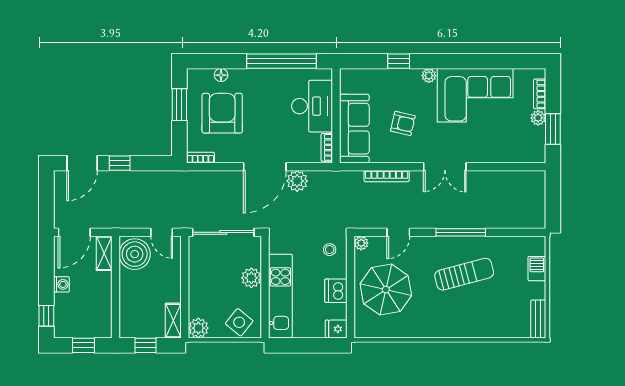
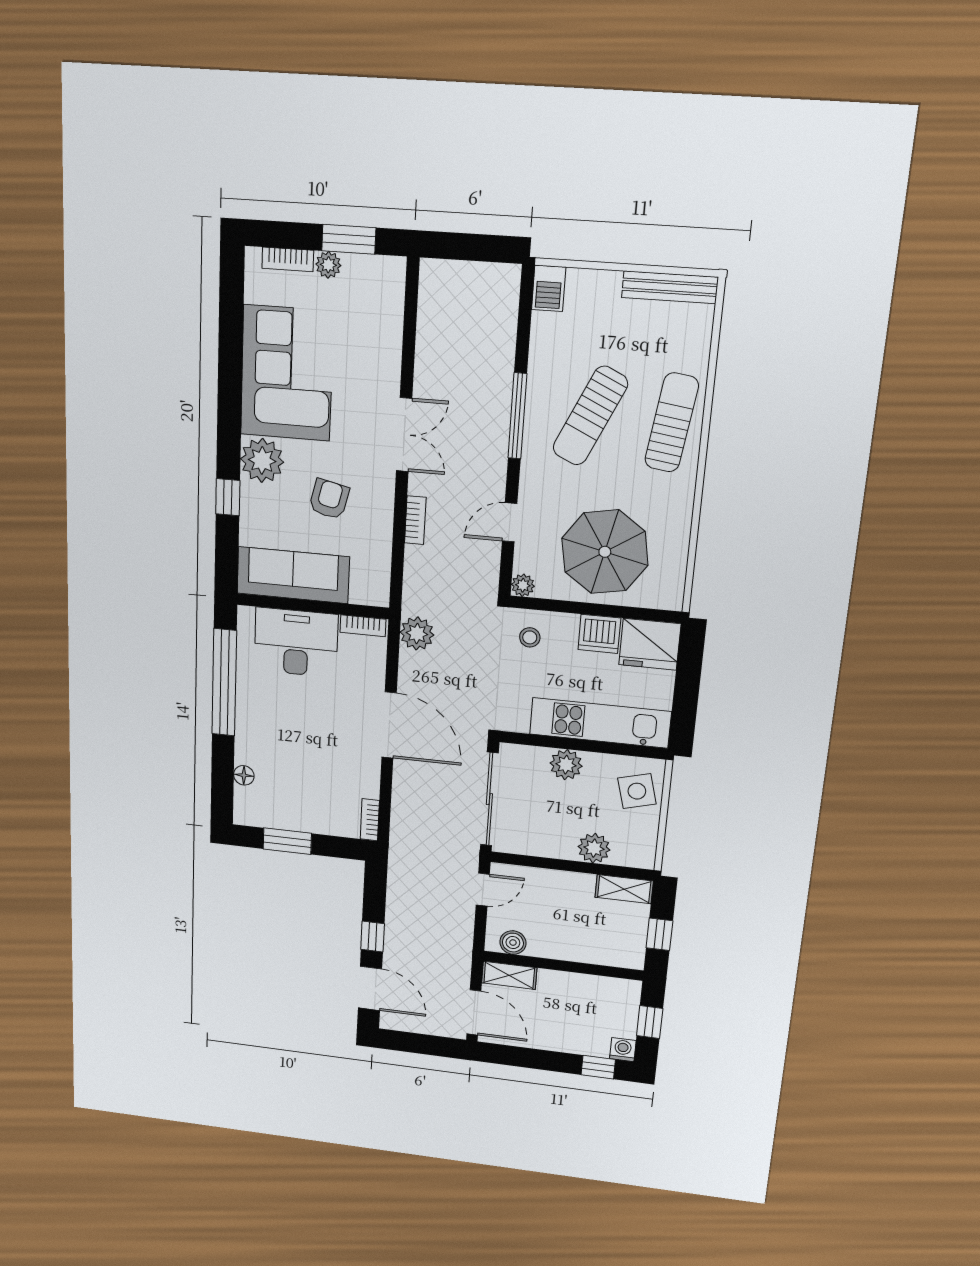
plant: (429, 76) -> (262, 460), width x1.88, depth x1.88
armchair: (222, 113) -> (303, 780), removed
sofa: (354, 129) -> (293, 575), moved
bookcase: (387, 176) -> (415, 520), width x0.64
plant: (297, 181) -> (417, 634), moved
door: (398, 232) -> (510, 522), swing flipped
boiler: (135, 254) -> (513, 943), width x0.54, depth x0.54
barbecue: (537, 269) -> (549, 288), moved, turned -90
sun lounger: (464, 274) -> (590, 416), turned -140
washing machine: (61, 284) -> (623, 1050), moved
bench: (538, 319) -> (670, 287), width x1.36
sun lounger: (464, 321) -> (672, 423), added
side table: (239, 322) -> (637, 791), turned 36
plant: (198, 328) -> (594, 848), moved
fridge: (336, 329) -> (650, 644), width x1.88, depth x1.34

